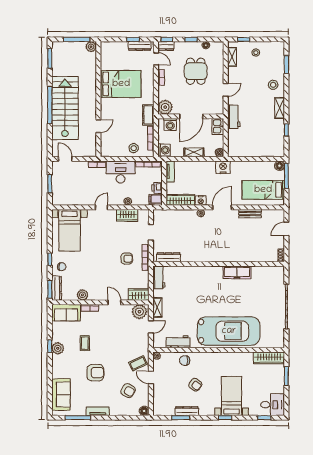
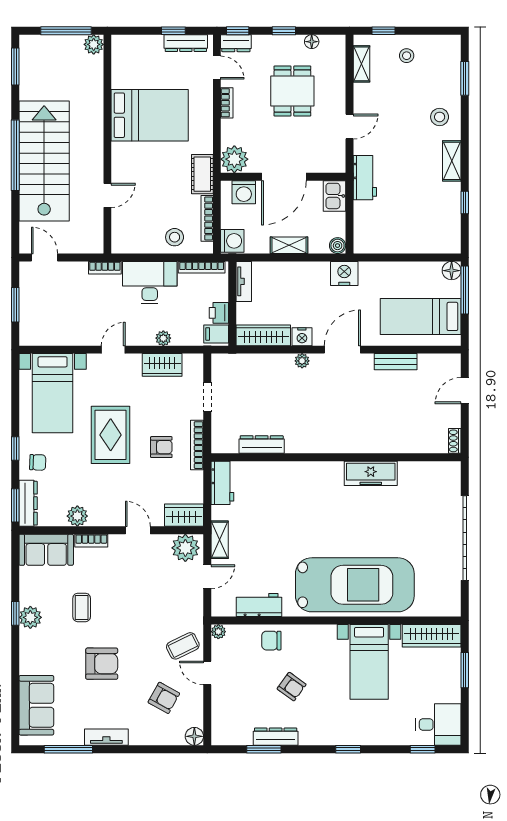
rug: (100, 252) -> (111, 435), added
dresser: (168, 257) -> (262, 445), moved
bed with nightstands: (232, 396) -> (369, 662), moved, turned 180

